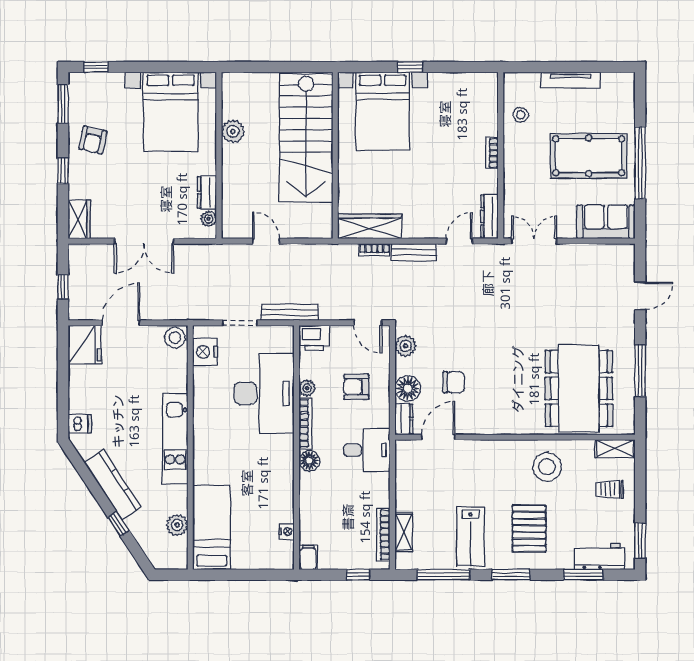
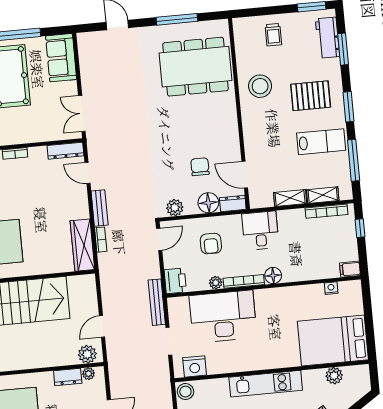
plant: (233, 131) -> (87, 354), moved
shelving: (615, 449) -> (290, 198), moved, turned 90
bed: (212, 528) -> (333, 341), width x1.50

